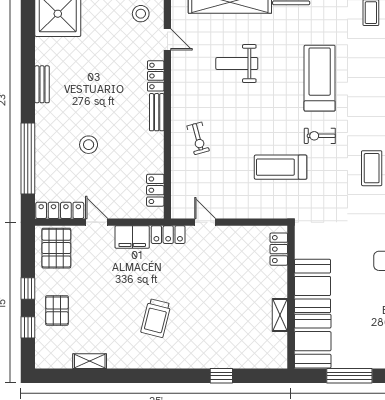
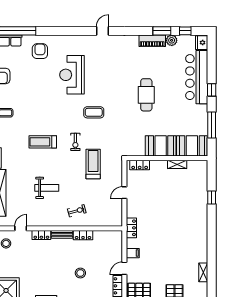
weight bench: (237, 64) -> (47, 188), moved, turned -90
treadmill: (320, 78) -> (43, 142), width x0.73, depth x0.73
treadmill: (281, 167) -> (93, 164), turned 180
locker: (155, 190) -> (83, 235), moved
door: (205, 222) -> (124, 193), moved
filing cabinet: (132, 237) -> (133, 253), width x0.50
trolley: (156, 318) -> (179, 235), removed

